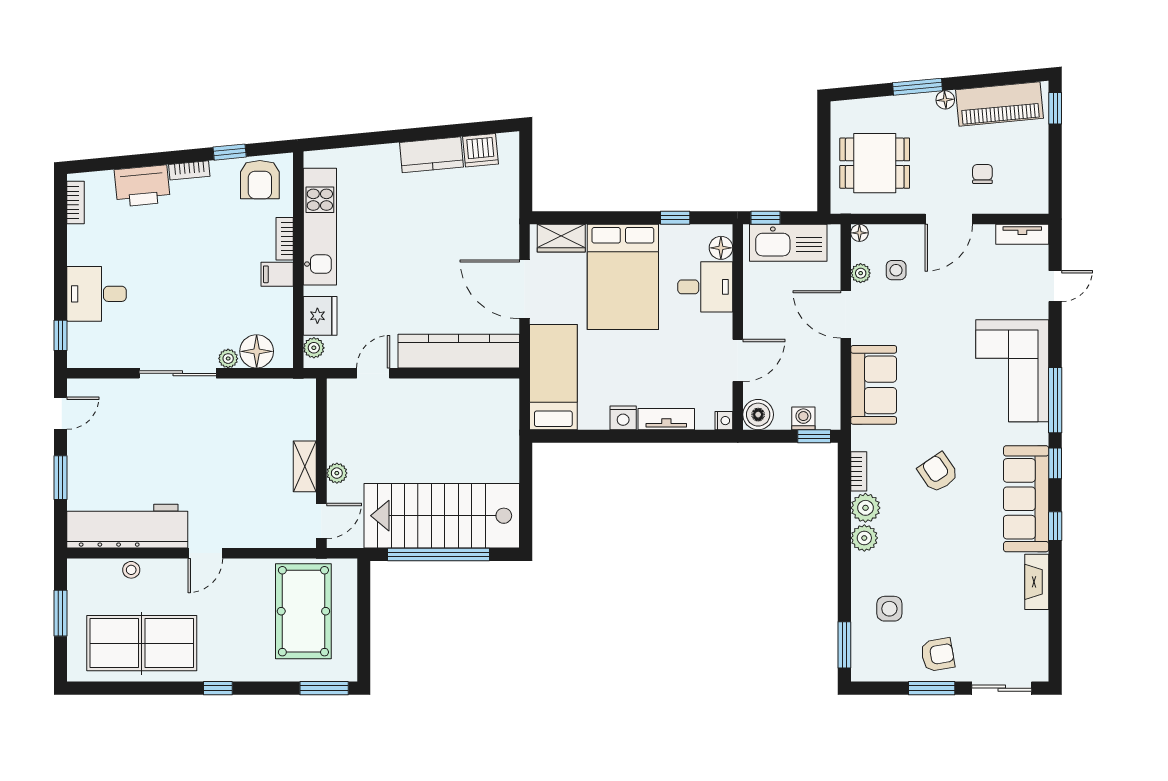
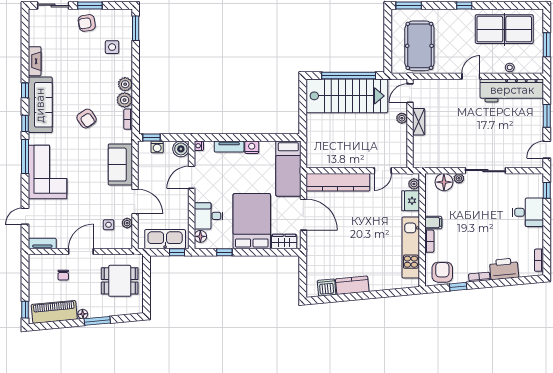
floor lamp: (859, 233) -> (128, 244), removed

